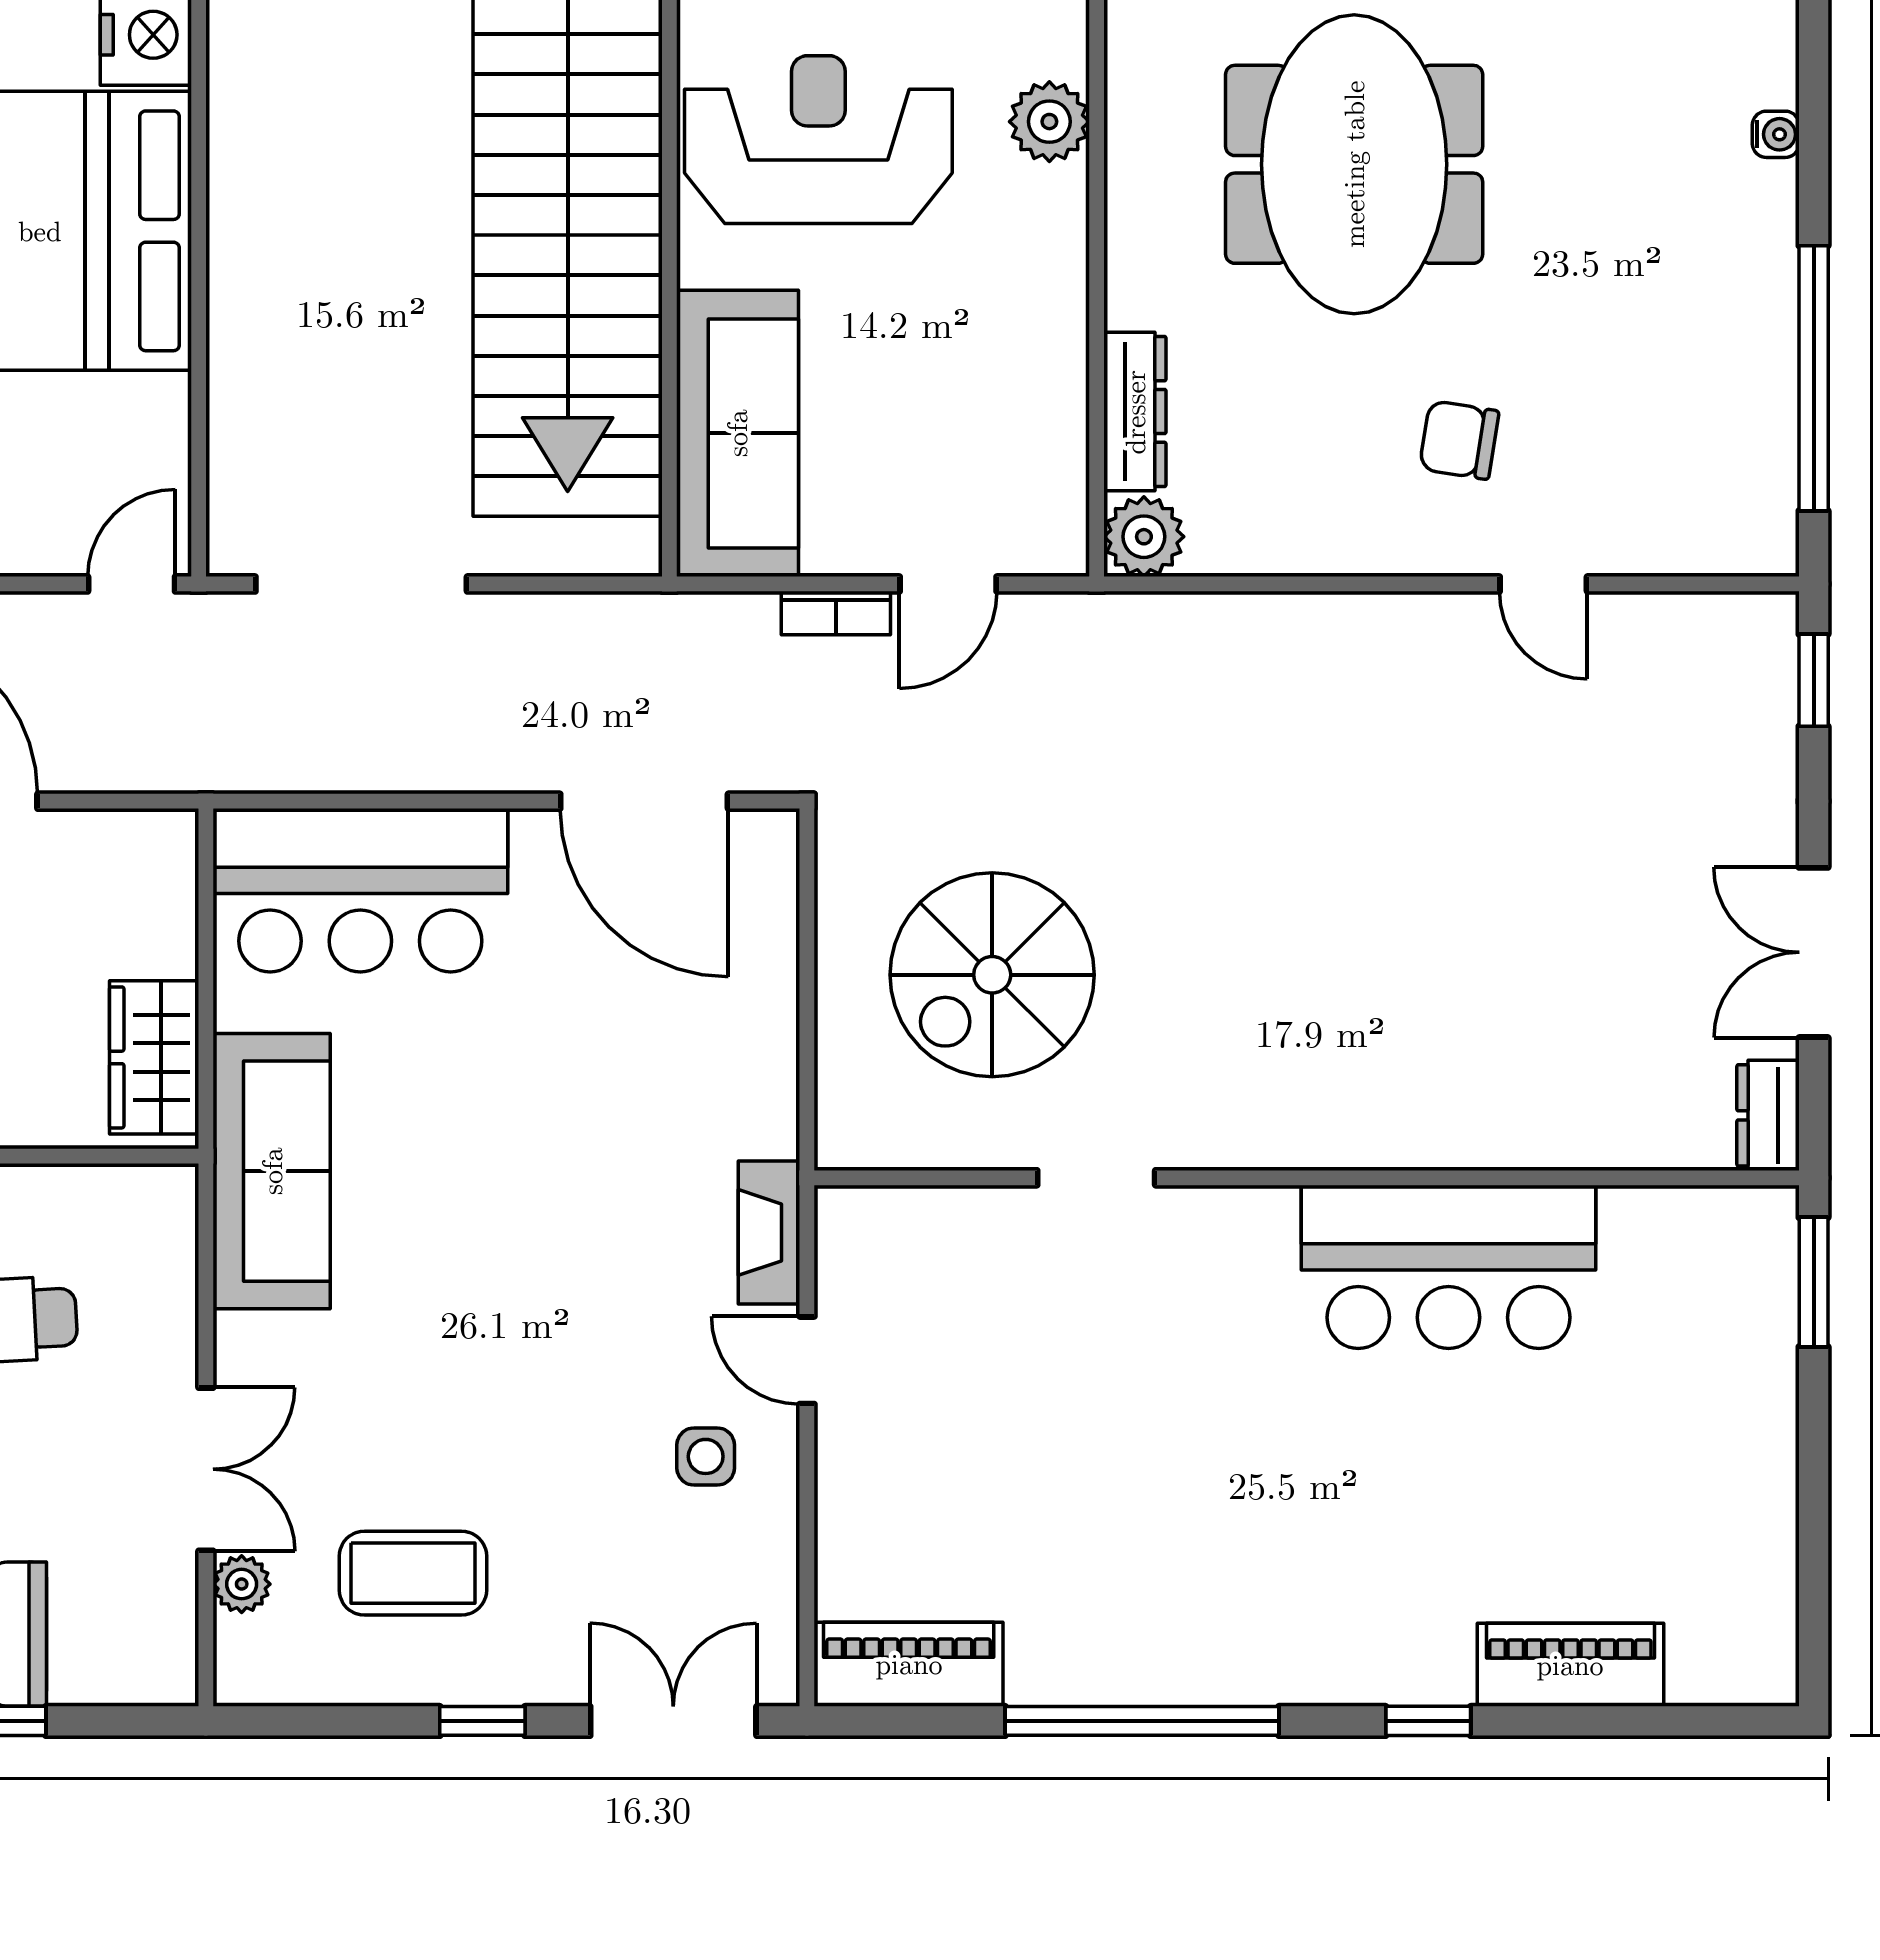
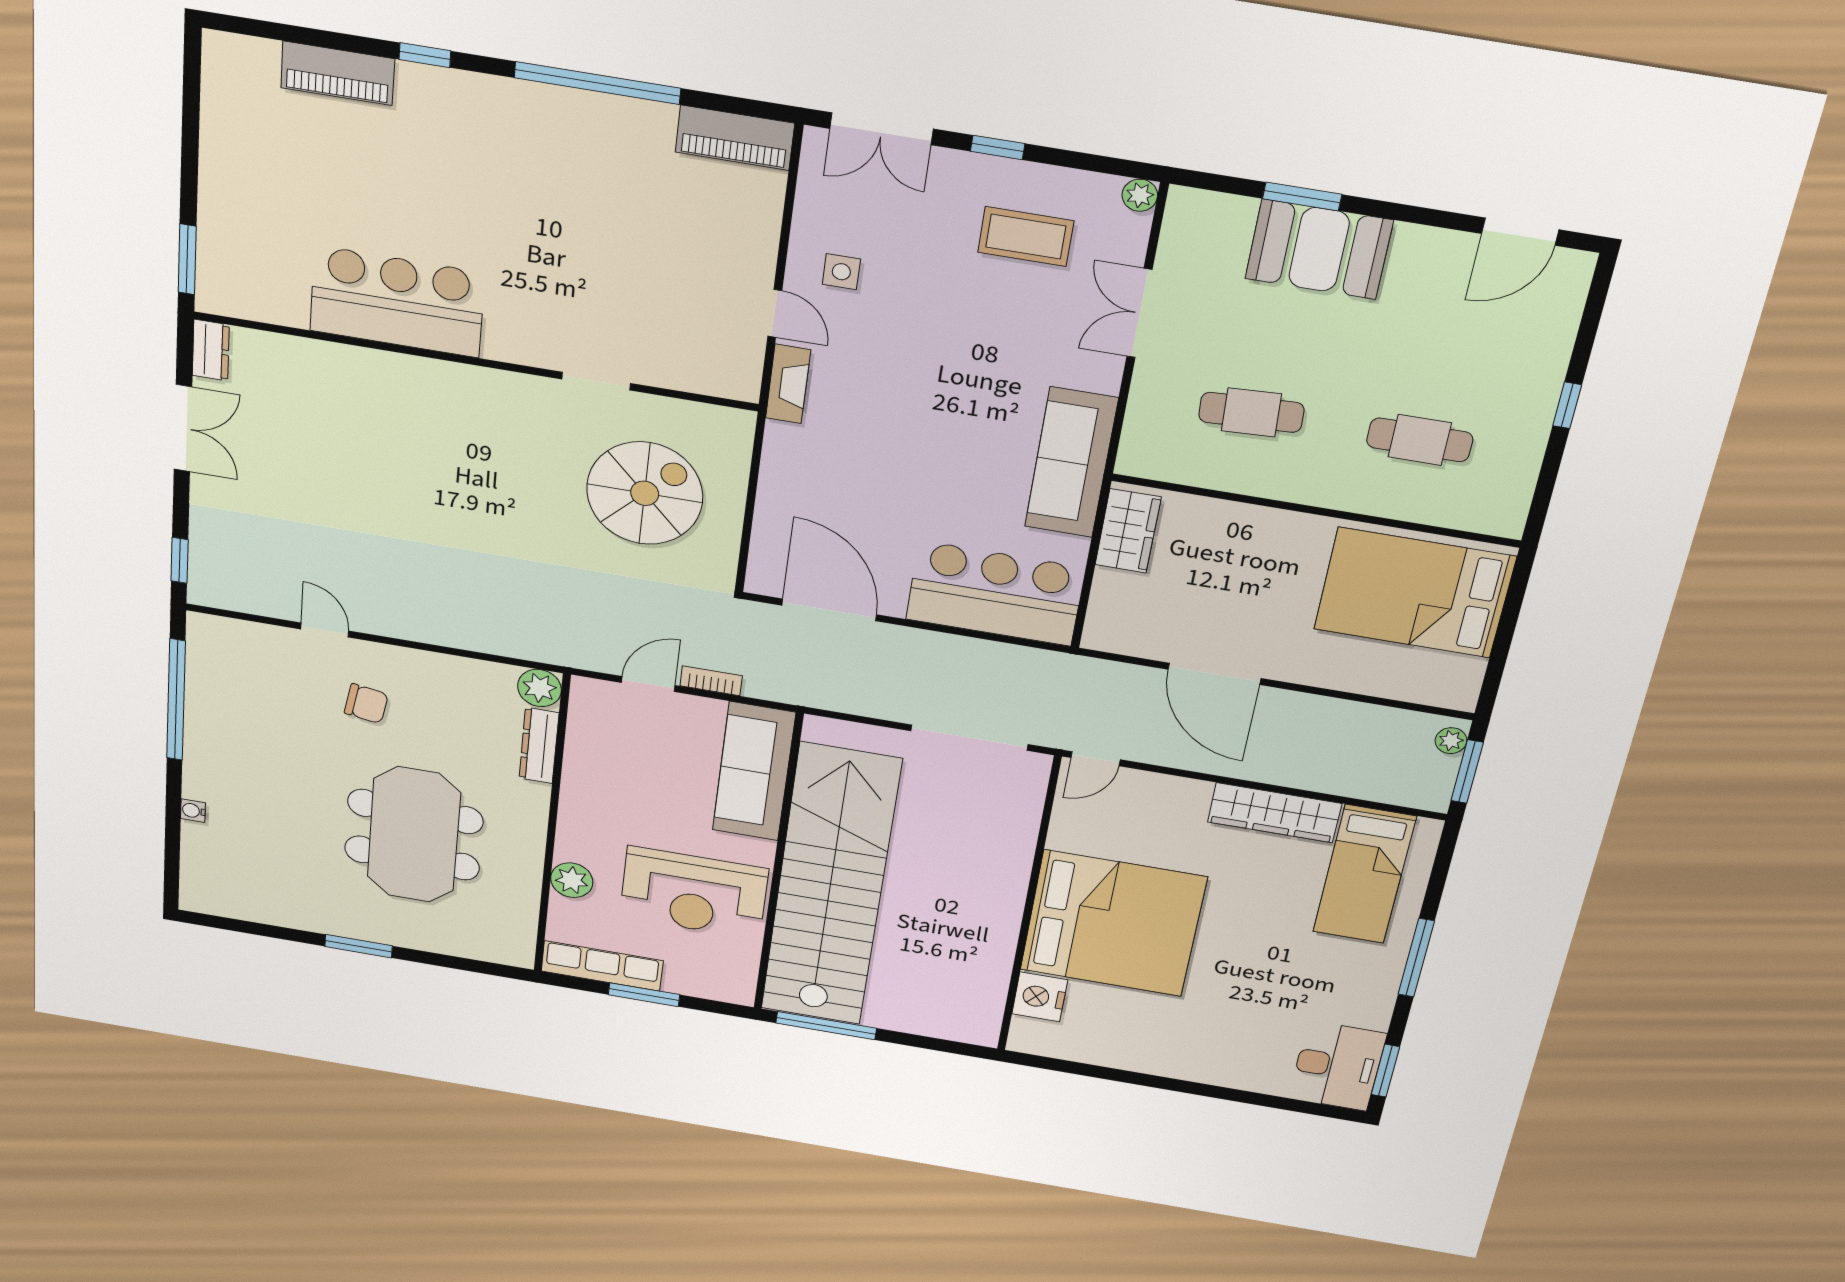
plant: (242, 1584) -> (1140, 195), moved

